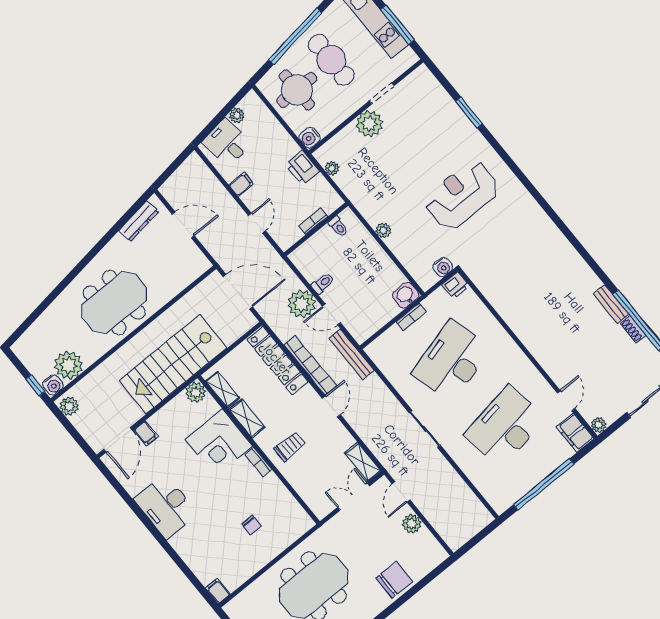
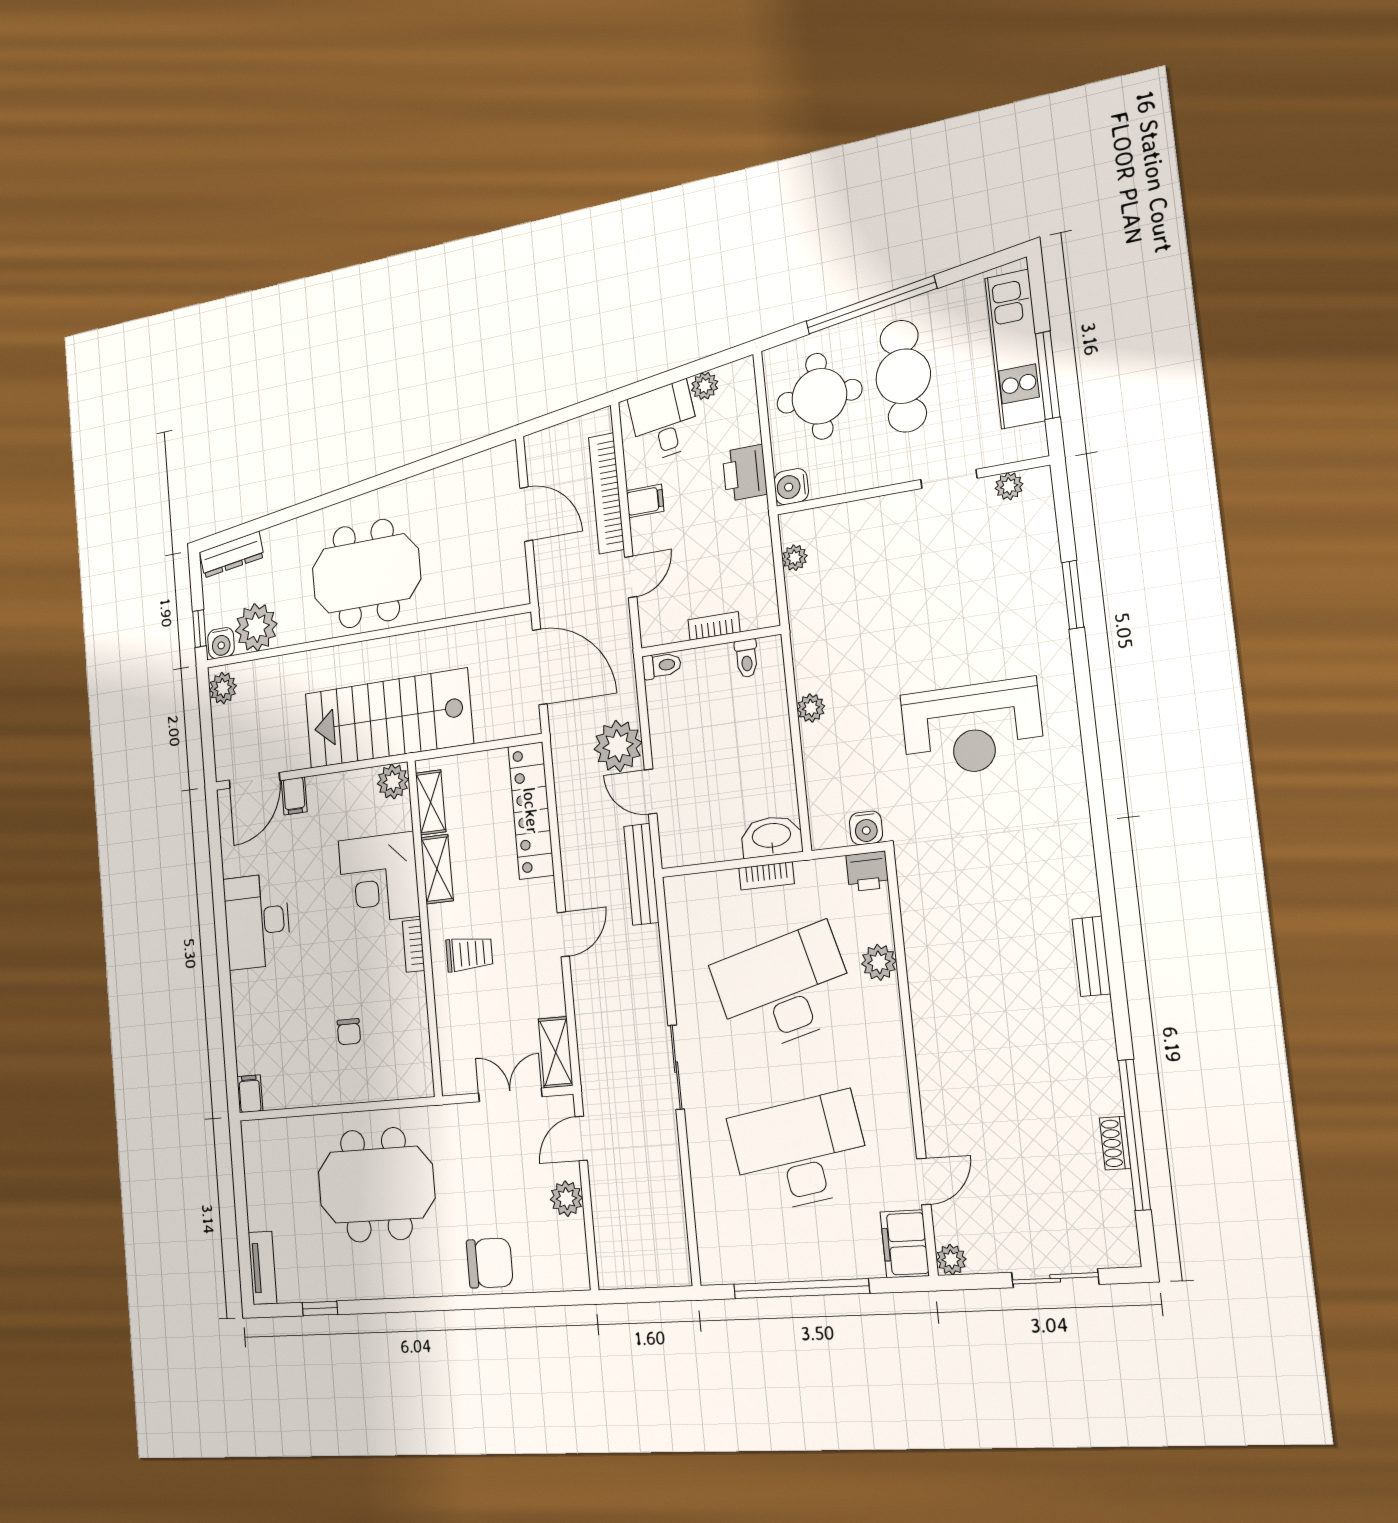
plant: (369, 124) -> (1009, 486), moved, width x0.53, depth x0.53
printer: (302, 168) -> (745, 473), moved
reception desk: (462, 195) -> (972, 728), turned 180
dresser: (139, 221) -> (232, 555), moved
toilet: (323, 283) -> (662, 665), moved
washbasin: (406, 295) -> (771, 837), width x1.38
bench: (611, 304) -> (1091, 956), moved
plant: (486, 321) -> (879, 962), added
bookcase: (310, 365) -> (606, 493), moved, turned 180

